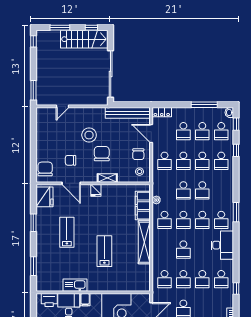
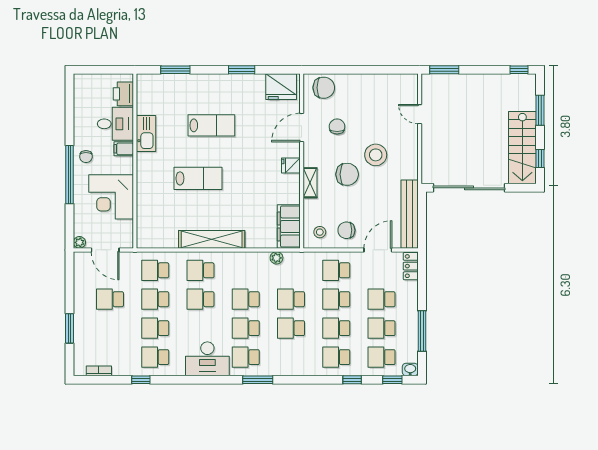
filing cabinet: (143, 206) -> (289, 226), moved, turned -90
school desk: (164, 220) -> (201, 270), moved
lab bench: (67, 232) -> (211, 125), moved

